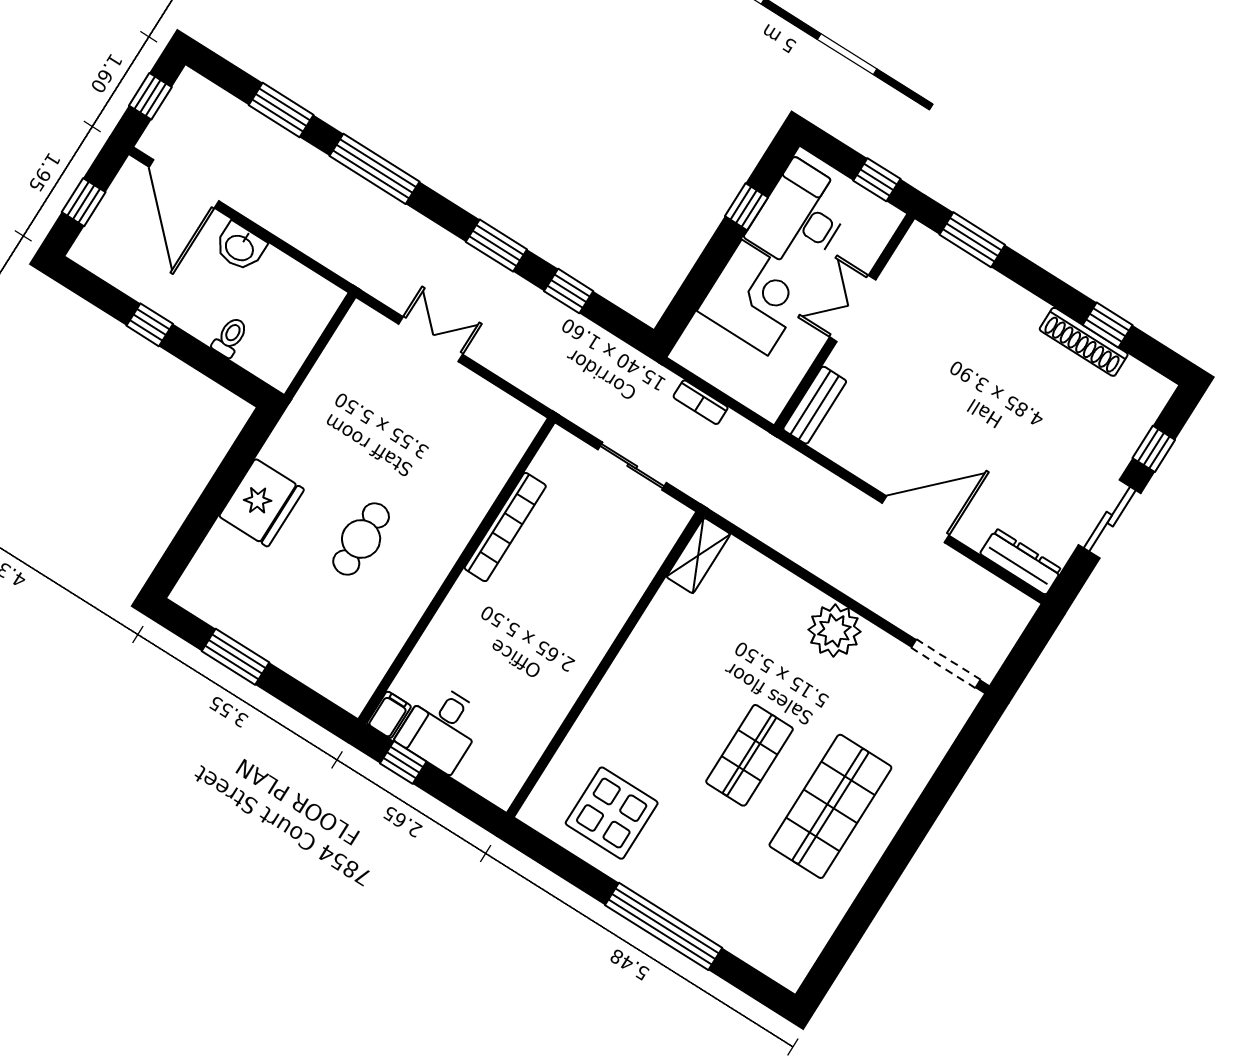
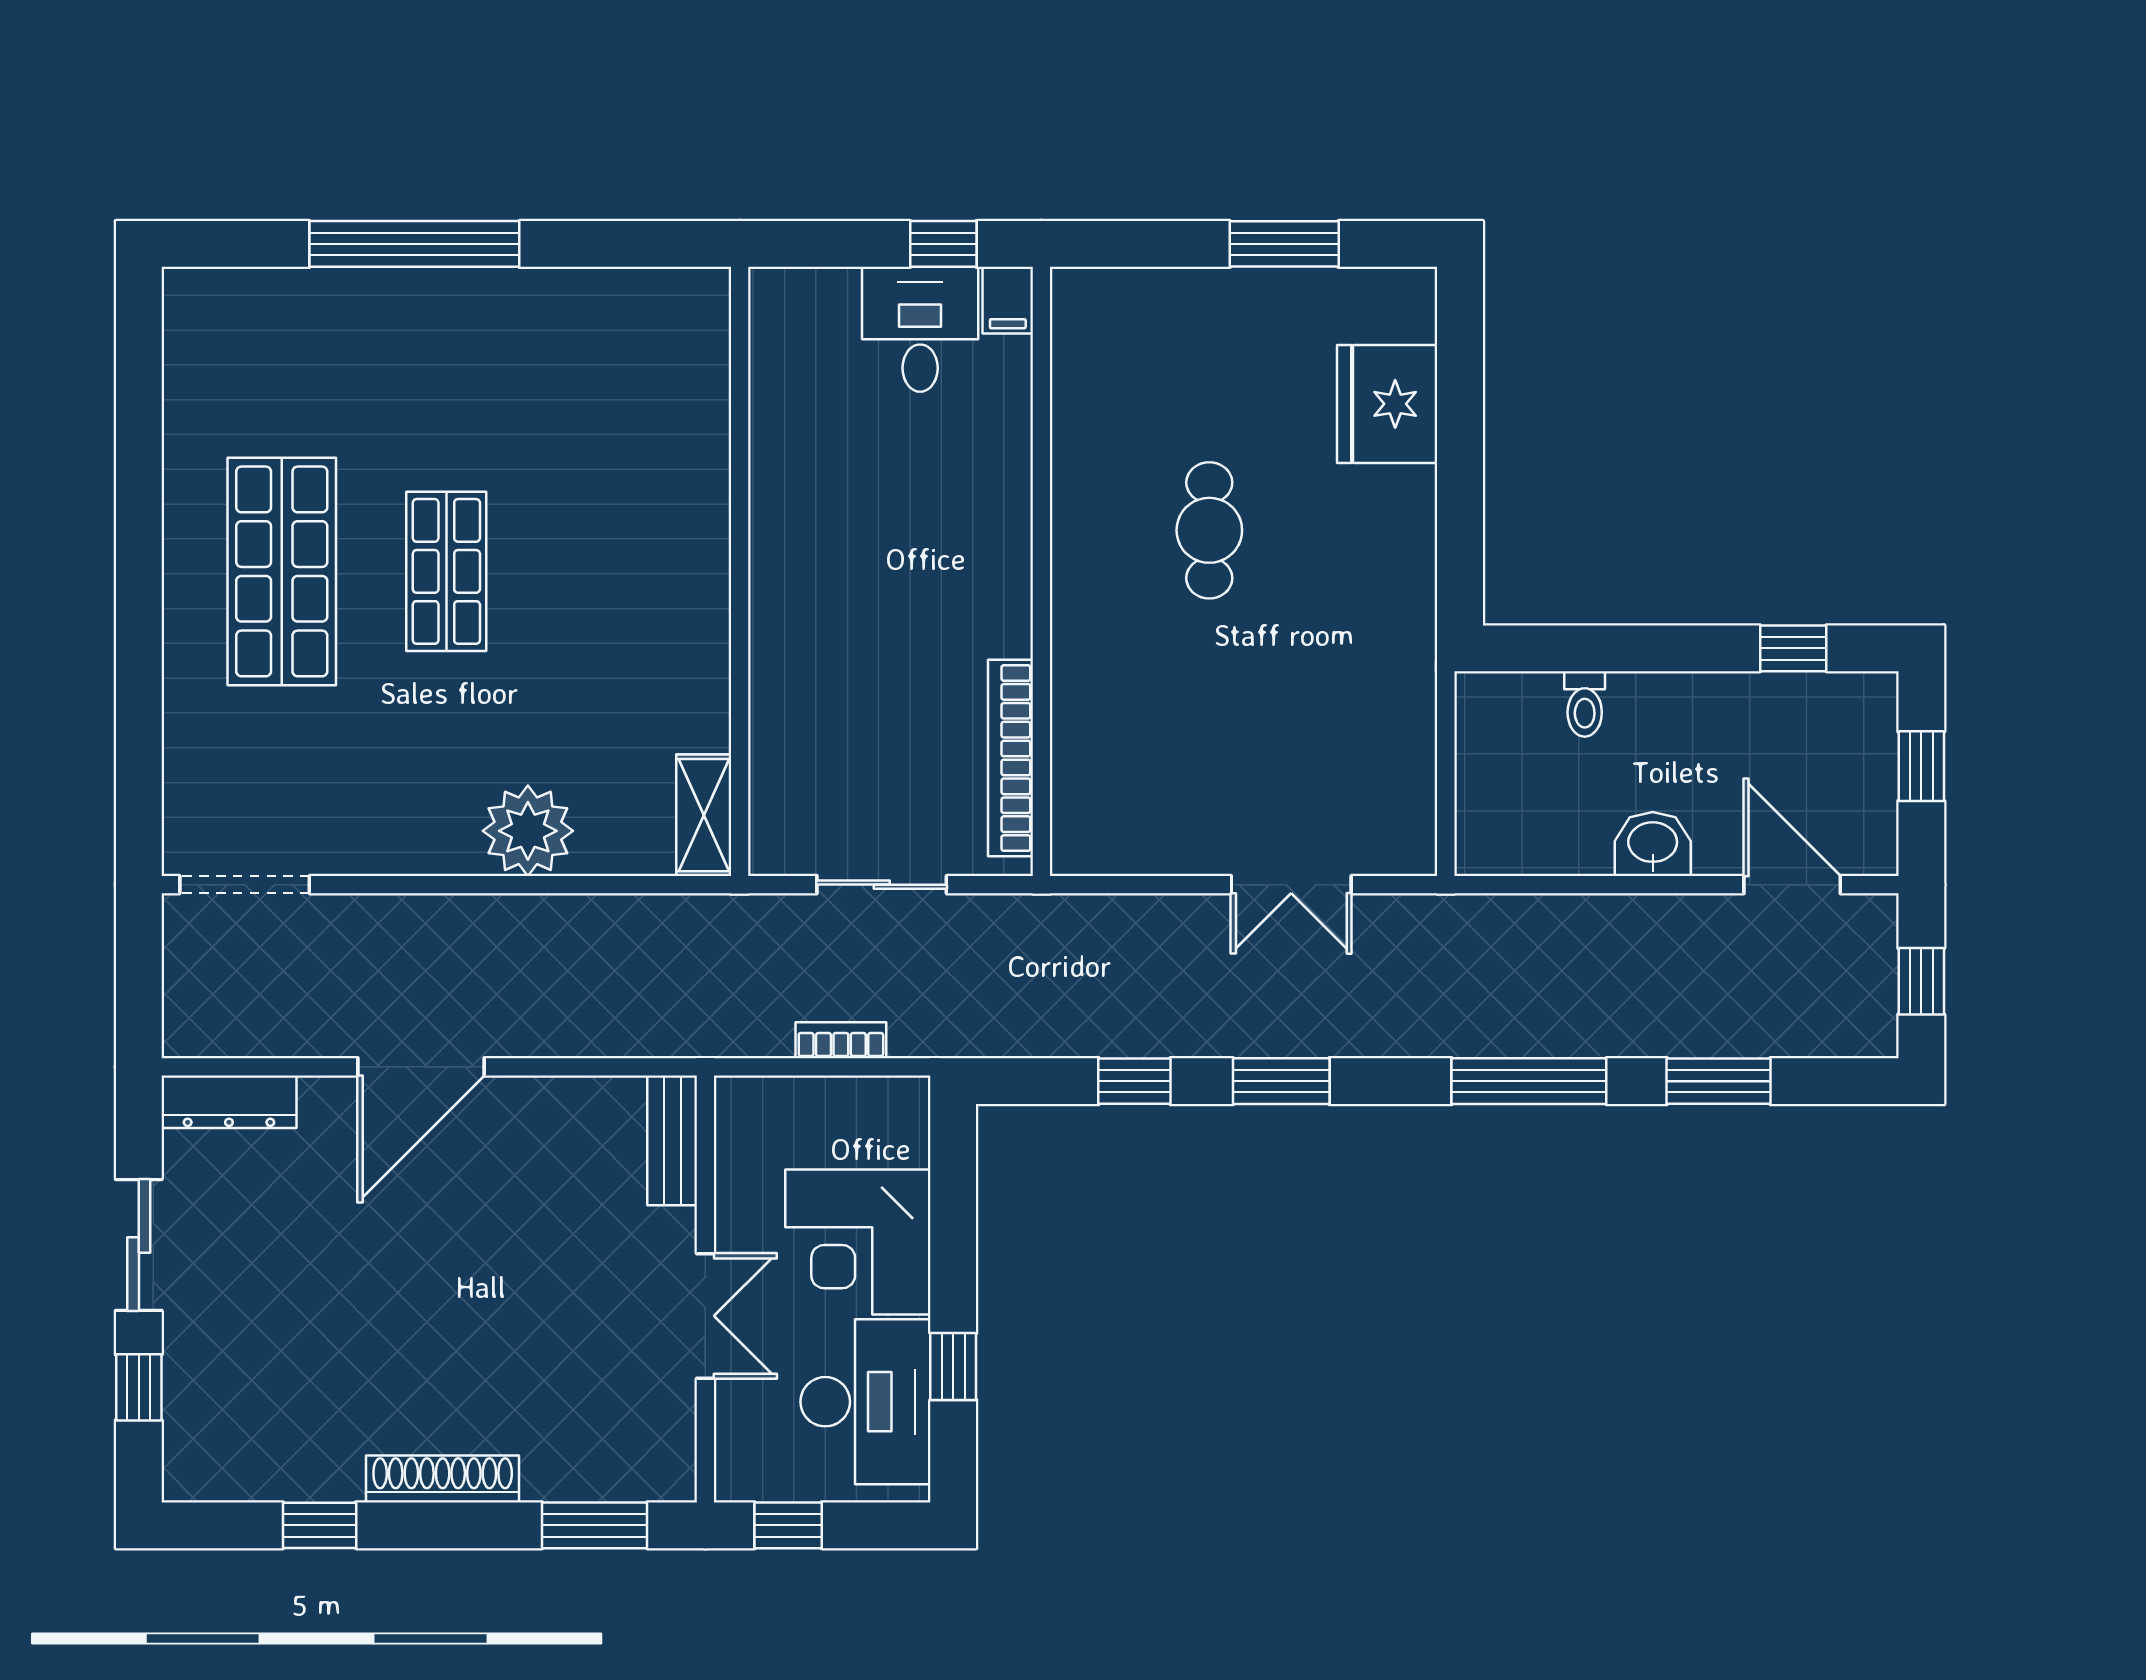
door: (184, 184) -> (1792, 885), width x0.73
window: (150, 325) -> (1793, 648), moved
shoe rack: (1084, 342) -> (443, 1479), moved
fridge: (262, 503) -> (1387, 404), moved
bookcase: (505, 527) -> (1011, 758), moved
plant: (834, 631) -> (528, 831), moved
display table: (612, 813) -> (594, 361), removed

